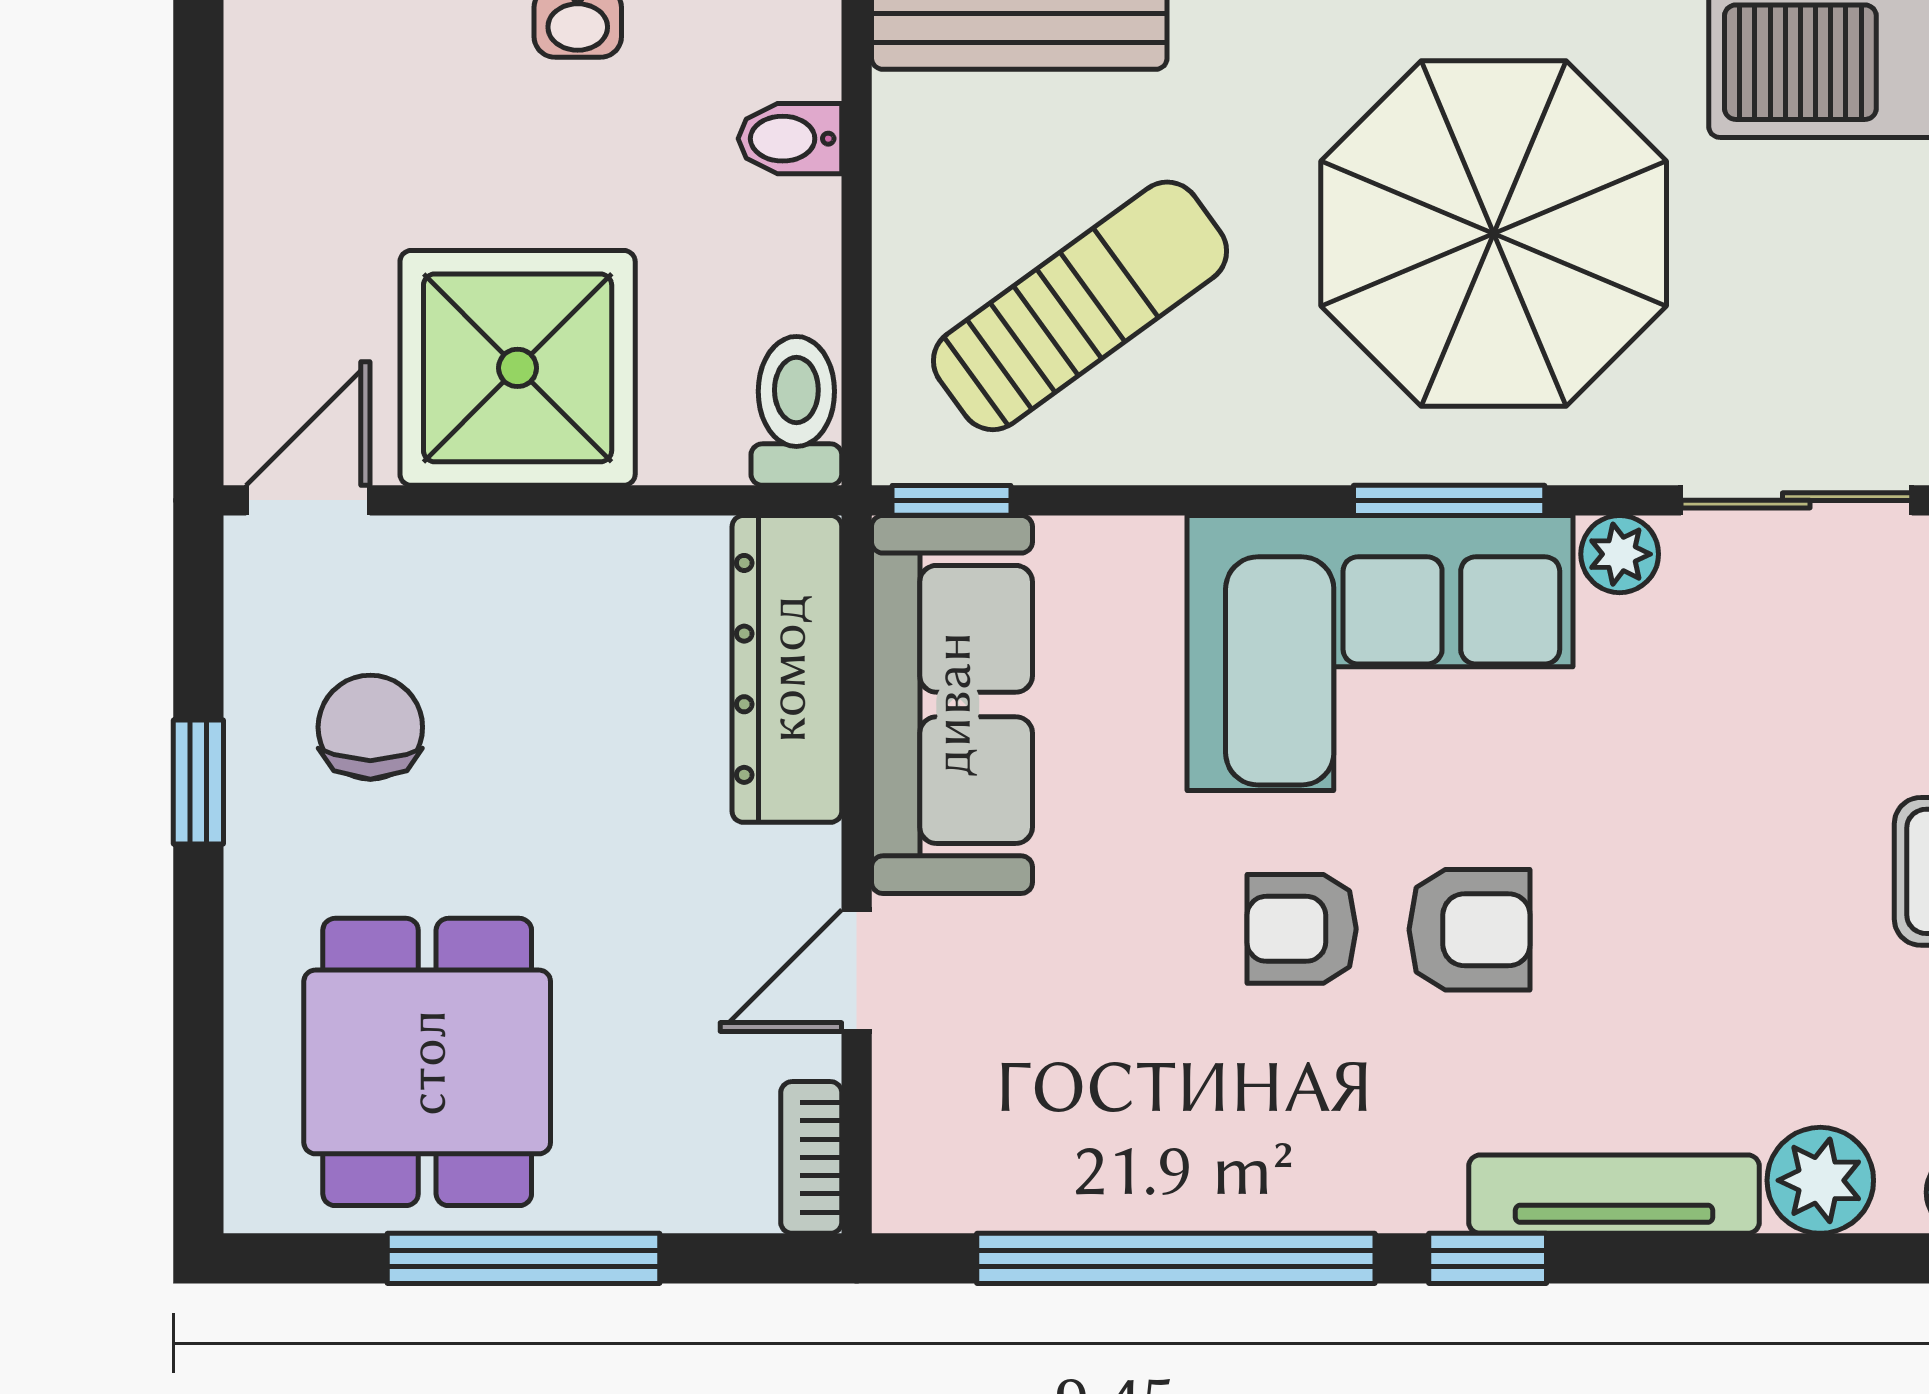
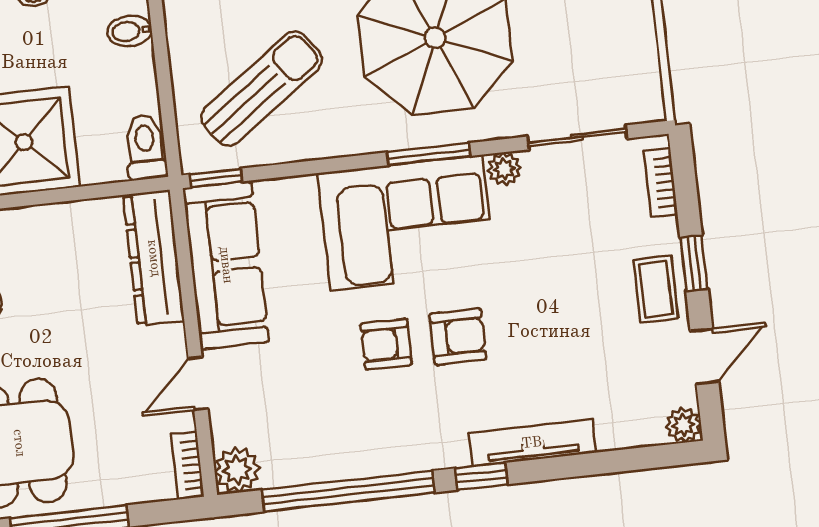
plant: (1820, 1180) -> (237, 470), moved

